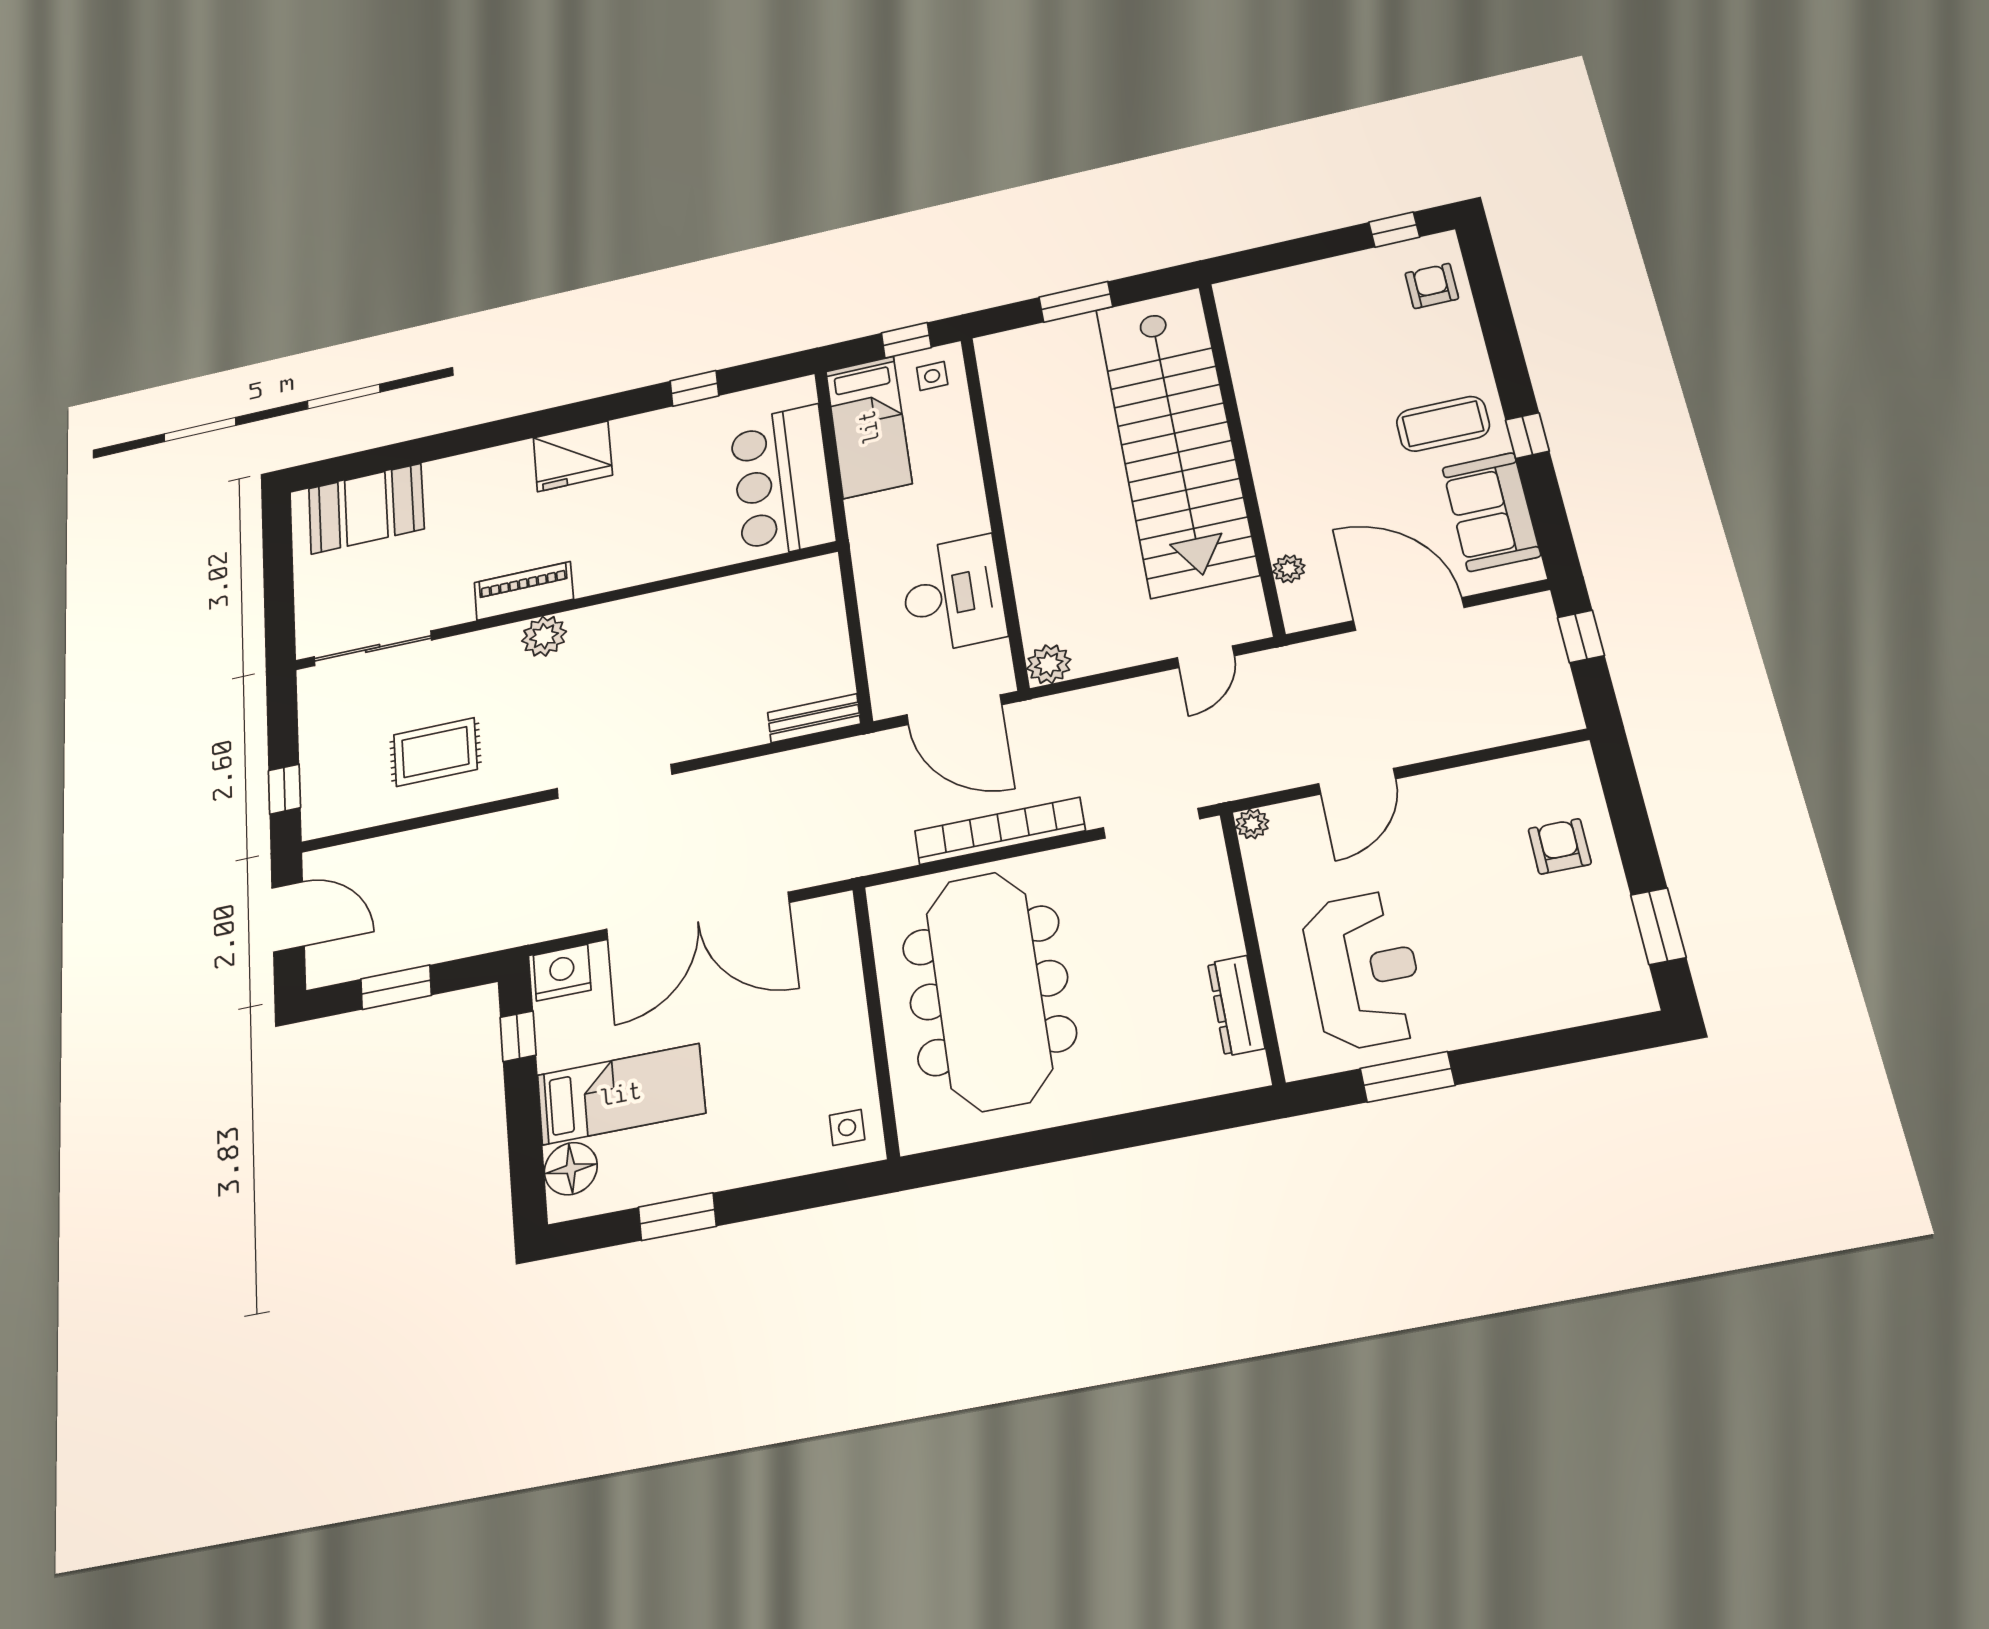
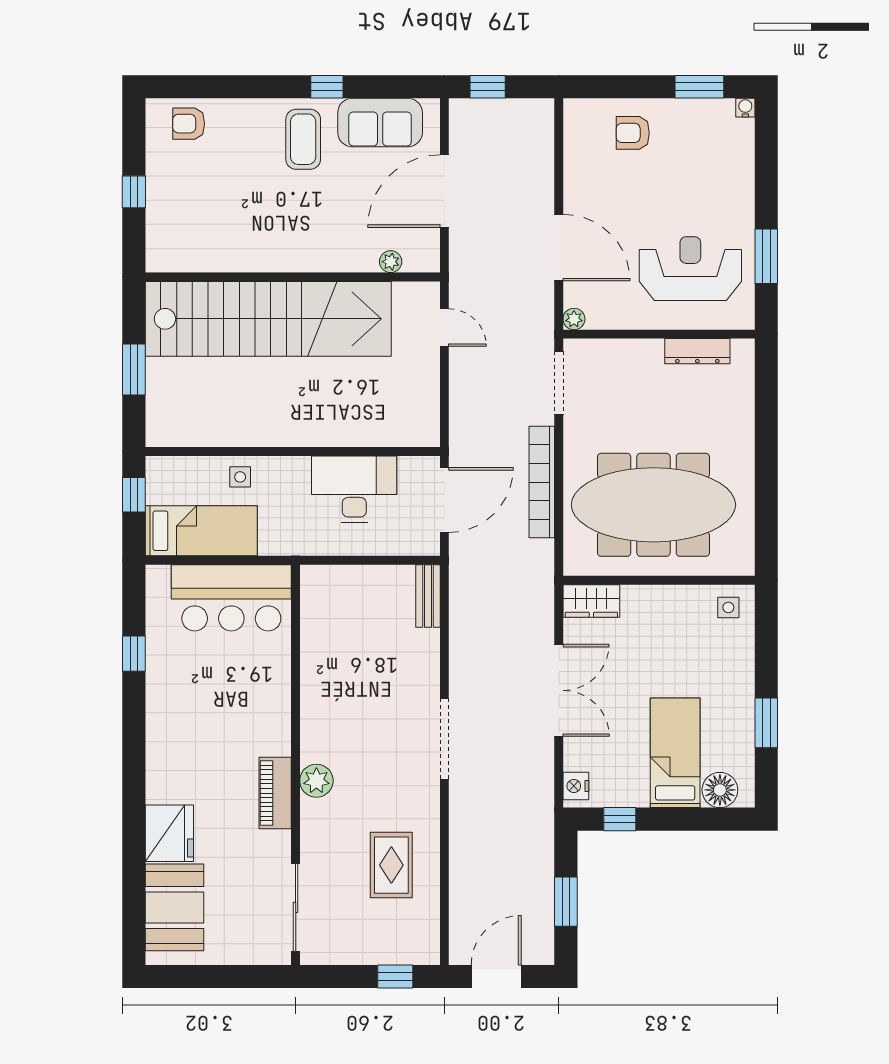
window: (1394, 230) -> (134, 192), moved
side table: (932, 376) -> (240, 477), moved
fridge: (573, 456) -> (169, 833), moved
plant: (1049, 664) -> (425, 432), removed
door: (1357, 781) -> (559, 248), width x1.36
double door: (698, 916) -> (559, 690), width x0.73
wardrobe: (833, 933) -> (591, 601), added
nightstand: (562, 973) -> (576, 786), width x0.74, depth x0.75
water cooler: (1642, 1000) -> (745, 108), added

